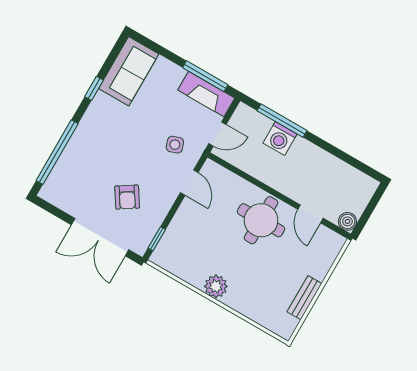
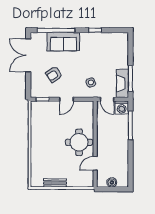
sofa: (129, 71) -> (63, 42), moved
washing machine: (280, 139) -> (122, 107), moved, turned -90
door: (189, 183) -> (66, 99), moved
boiler: (347, 221) -> (112, 182), moved
double door: (100, 237) -> (28, 55), moved
plant: (216, 286) -> (37, 139), removed

